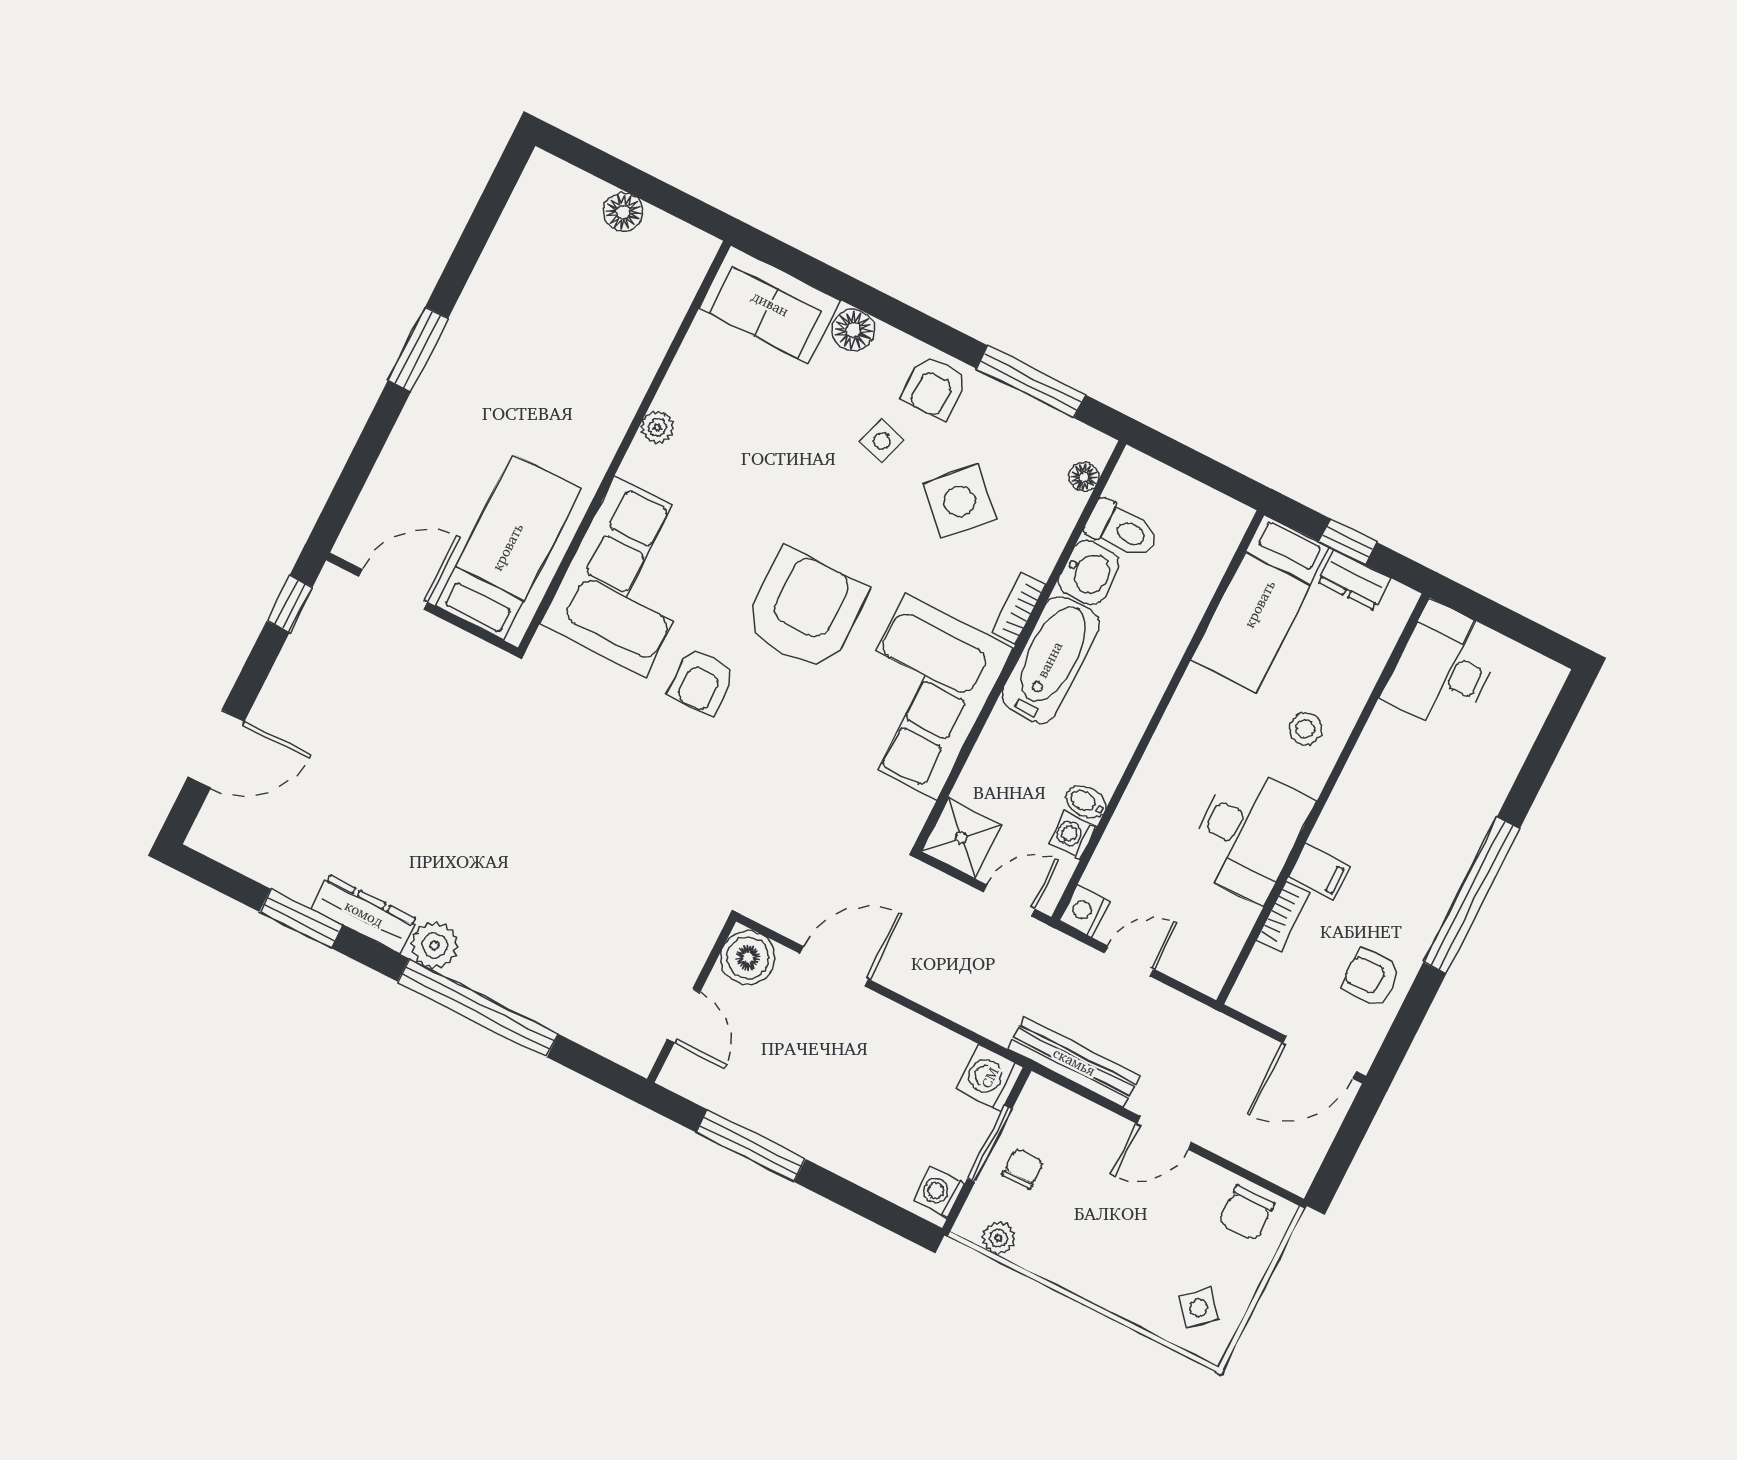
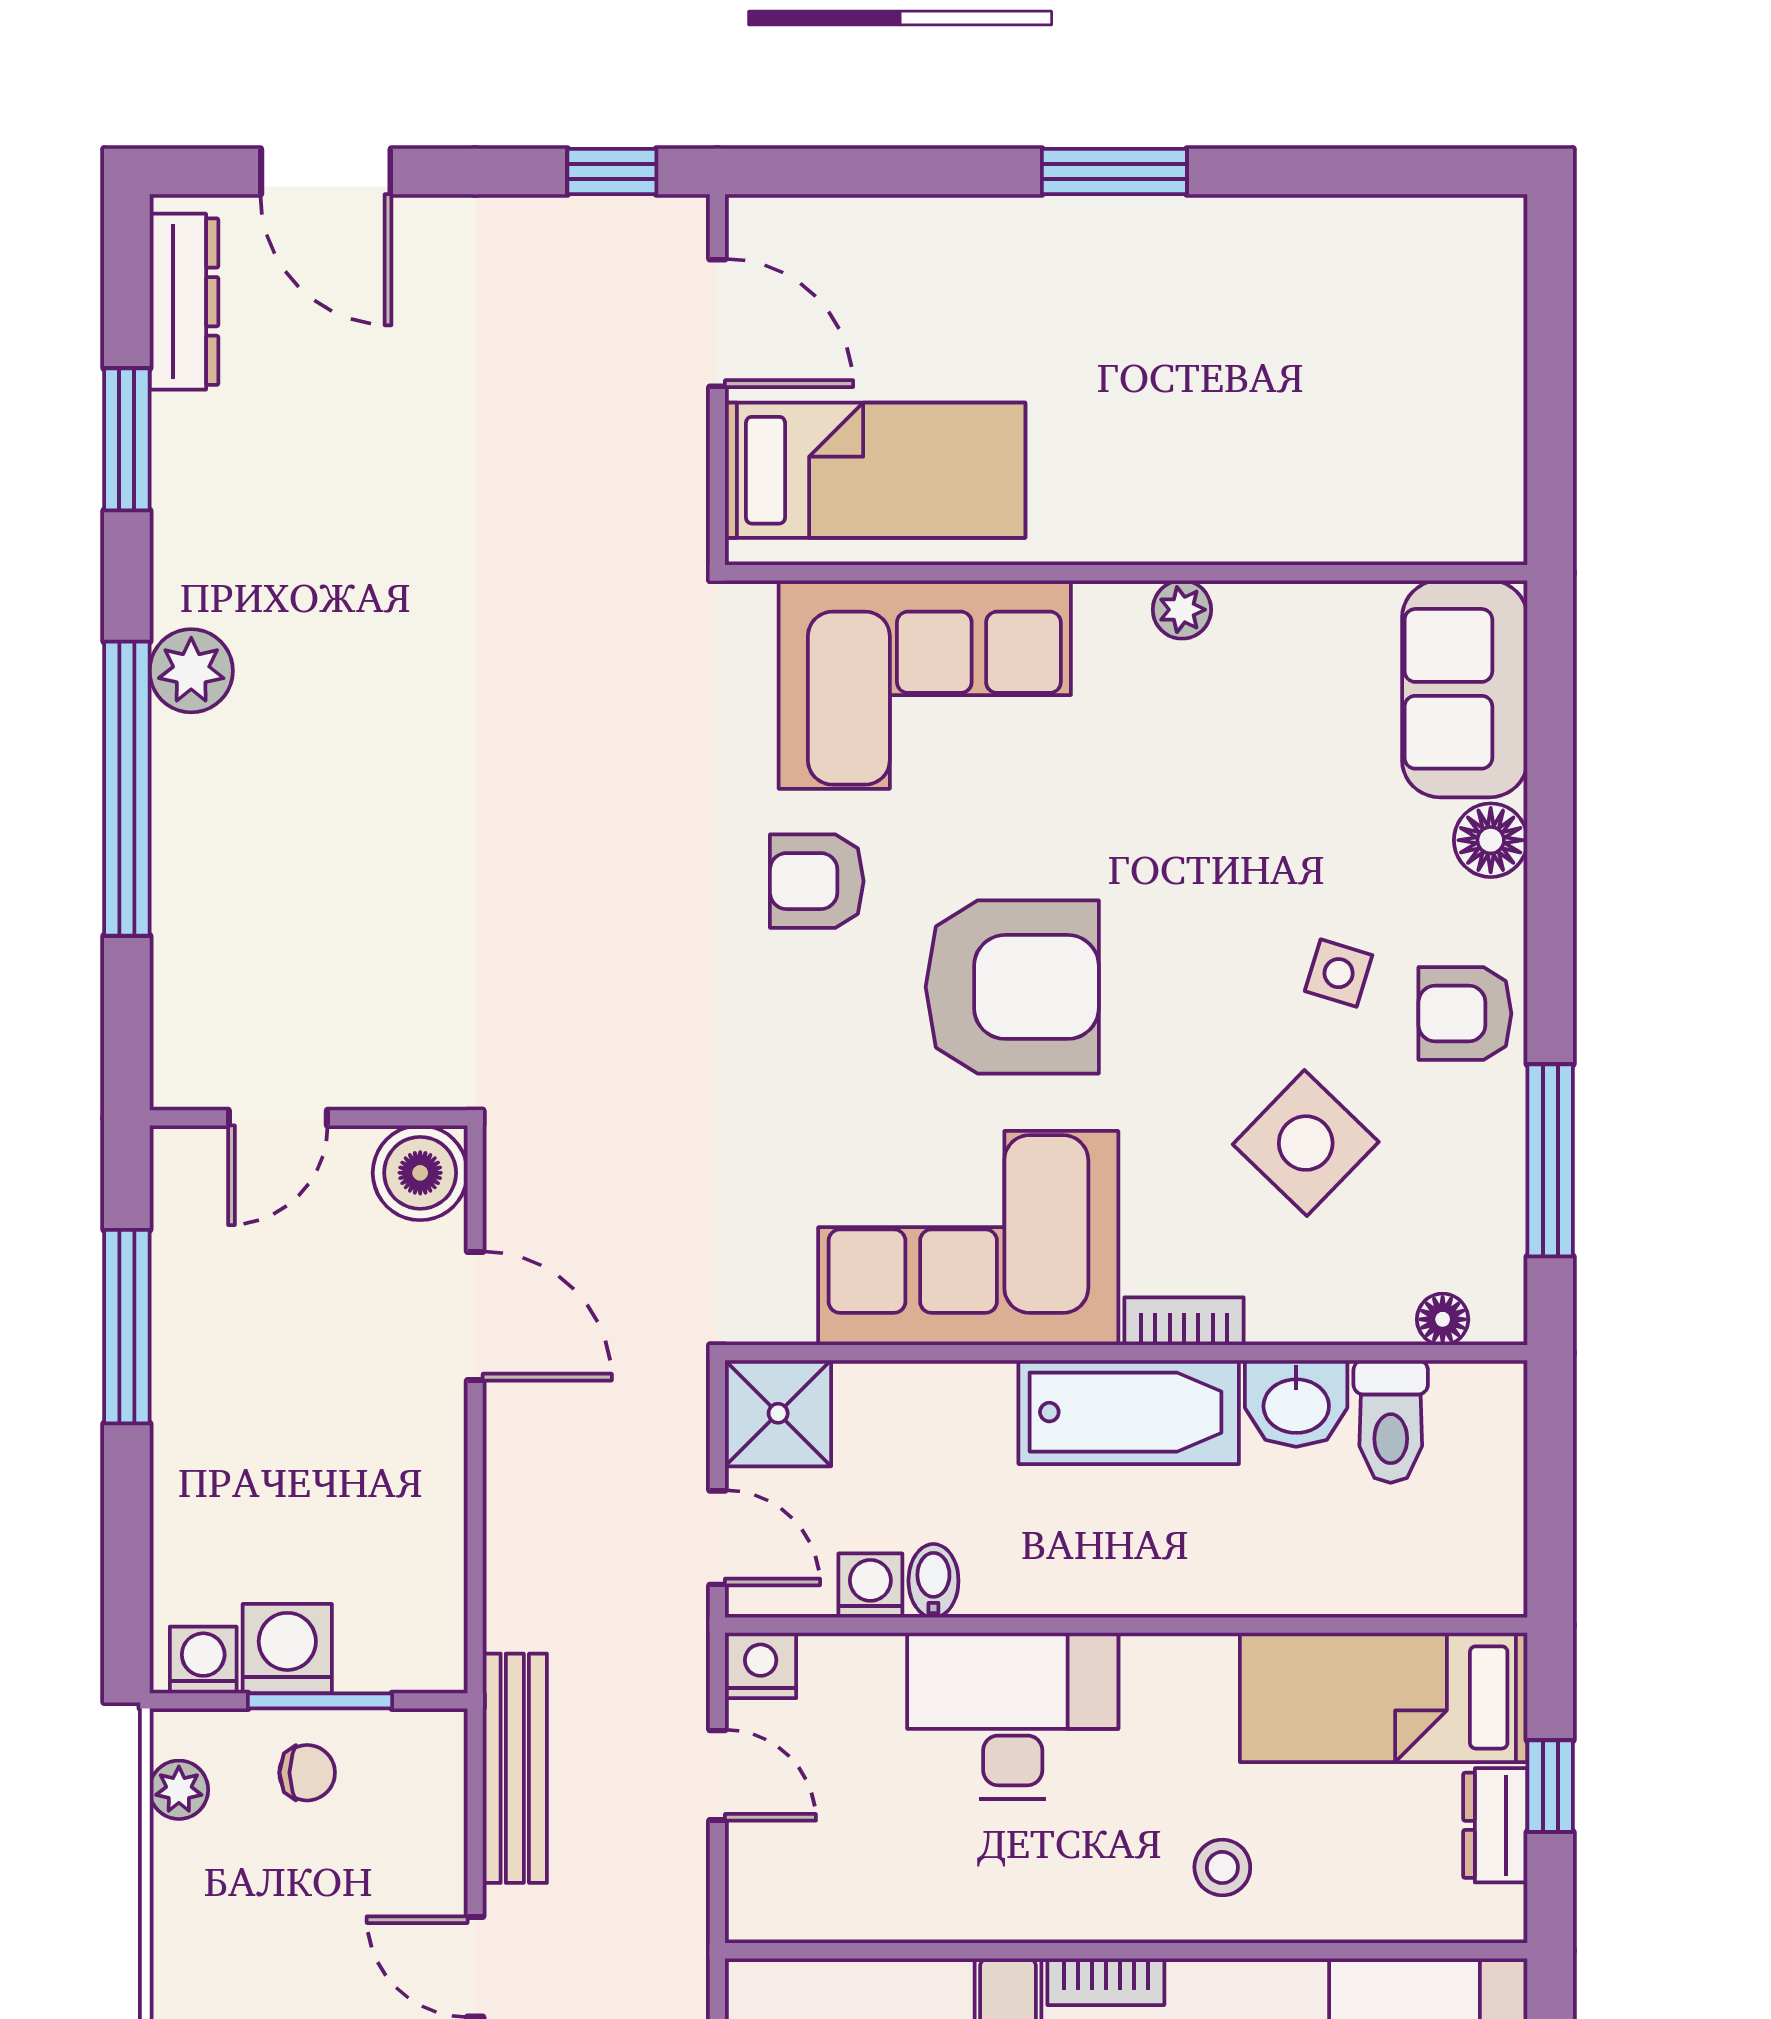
floor lamp: (623, 212) -> (1493, 385), removed
desk: (1248, 833) -> (1013, 1716), moved, turned 180
dresser: (364, 914) -> (184, 302), moved
bookcase: (1283, 916) -> (1106, 1982), moved
washing machine: (990, 1078) -> (287, 1649), moved

